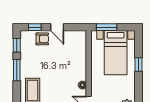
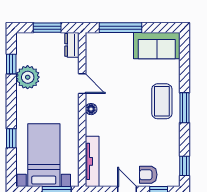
tv unit: (82, 48) -> (92, 161), added
window: (17, 70) -> (184, 108), moved

